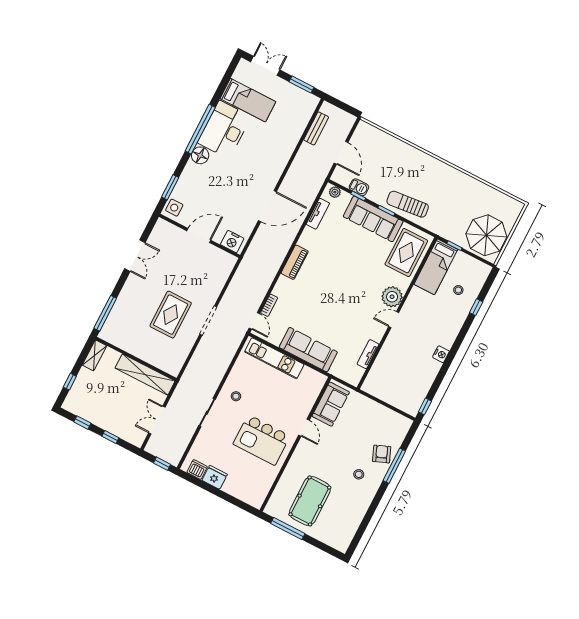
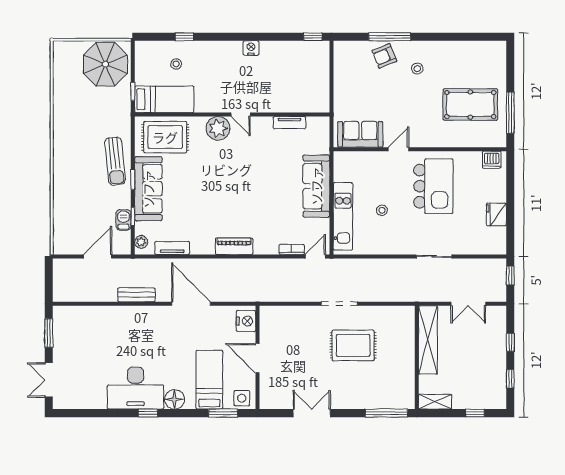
bed: (248, 100) -> (209, 380), moved
bench: (316, 128) -> (136, 295), moved
window: (200, 129) -> (148, 413), width x0.32
stool: (236, 396) -> (382, 210), moved
dishwasher: (197, 470) -> (492, 160), moved, turned -90

